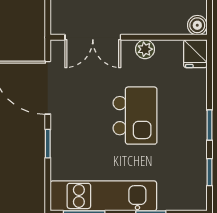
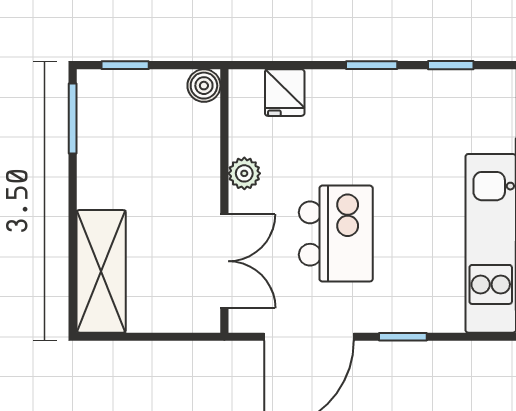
fridge: (195, 54) -> (285, 93), moved, turned 90
kitchen island: (135, 116) -> (336, 234), moved, turned 90

